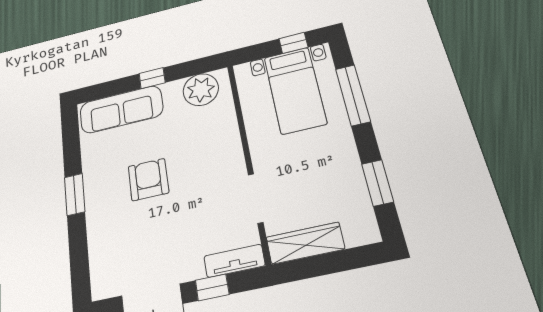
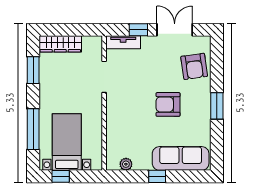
plant: (201, 90) -> (126, 164), width x0.53, depth x0.53
armchair: (148, 180) -> (168, 104), turned 90
wardrobe: (305, 243) -> (60, 44), moved
armchair: (114, 246) -> (194, 66), added

